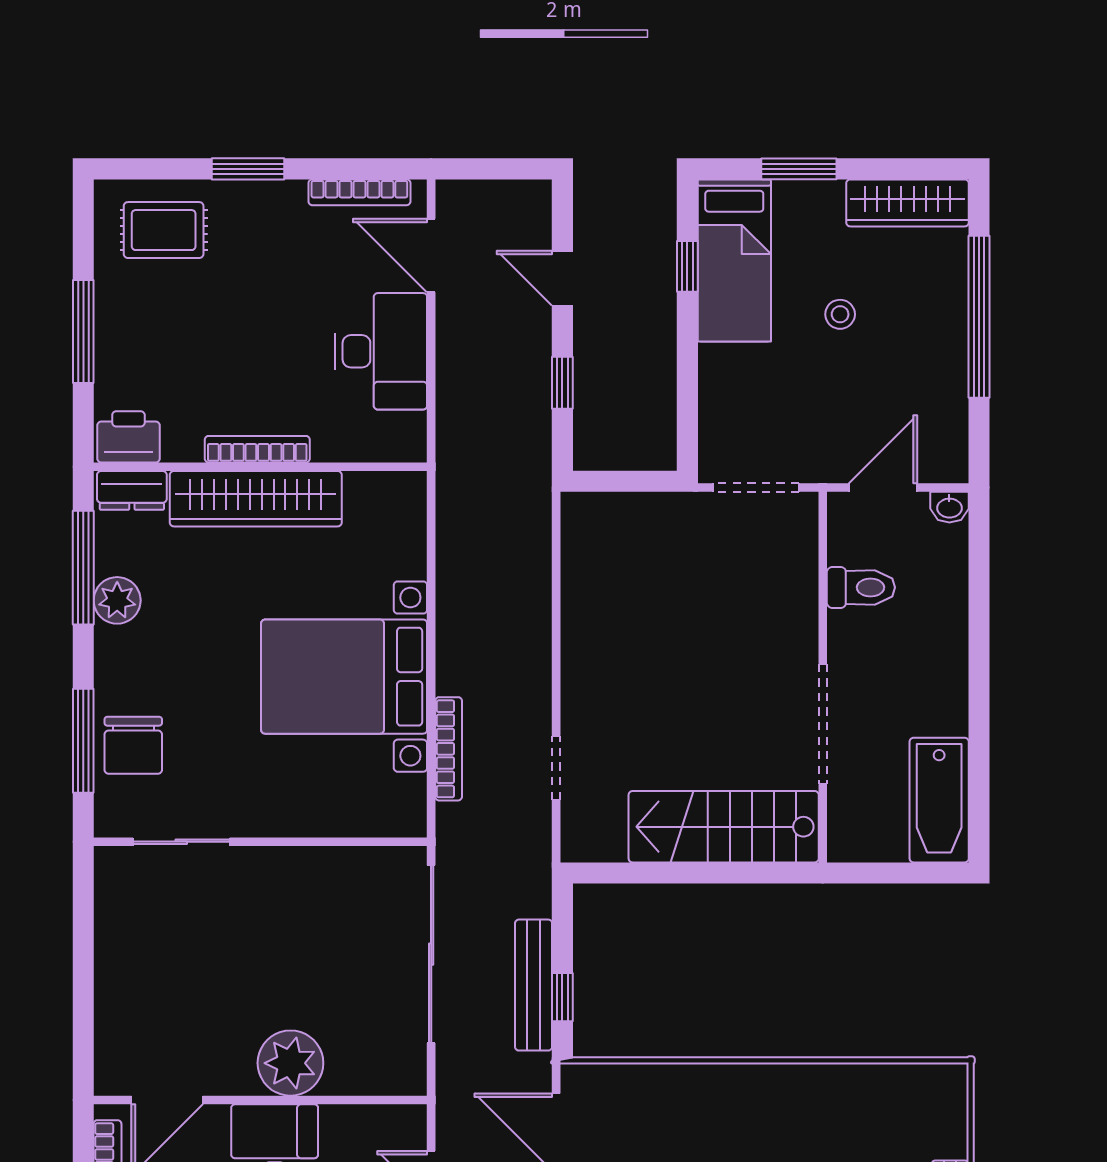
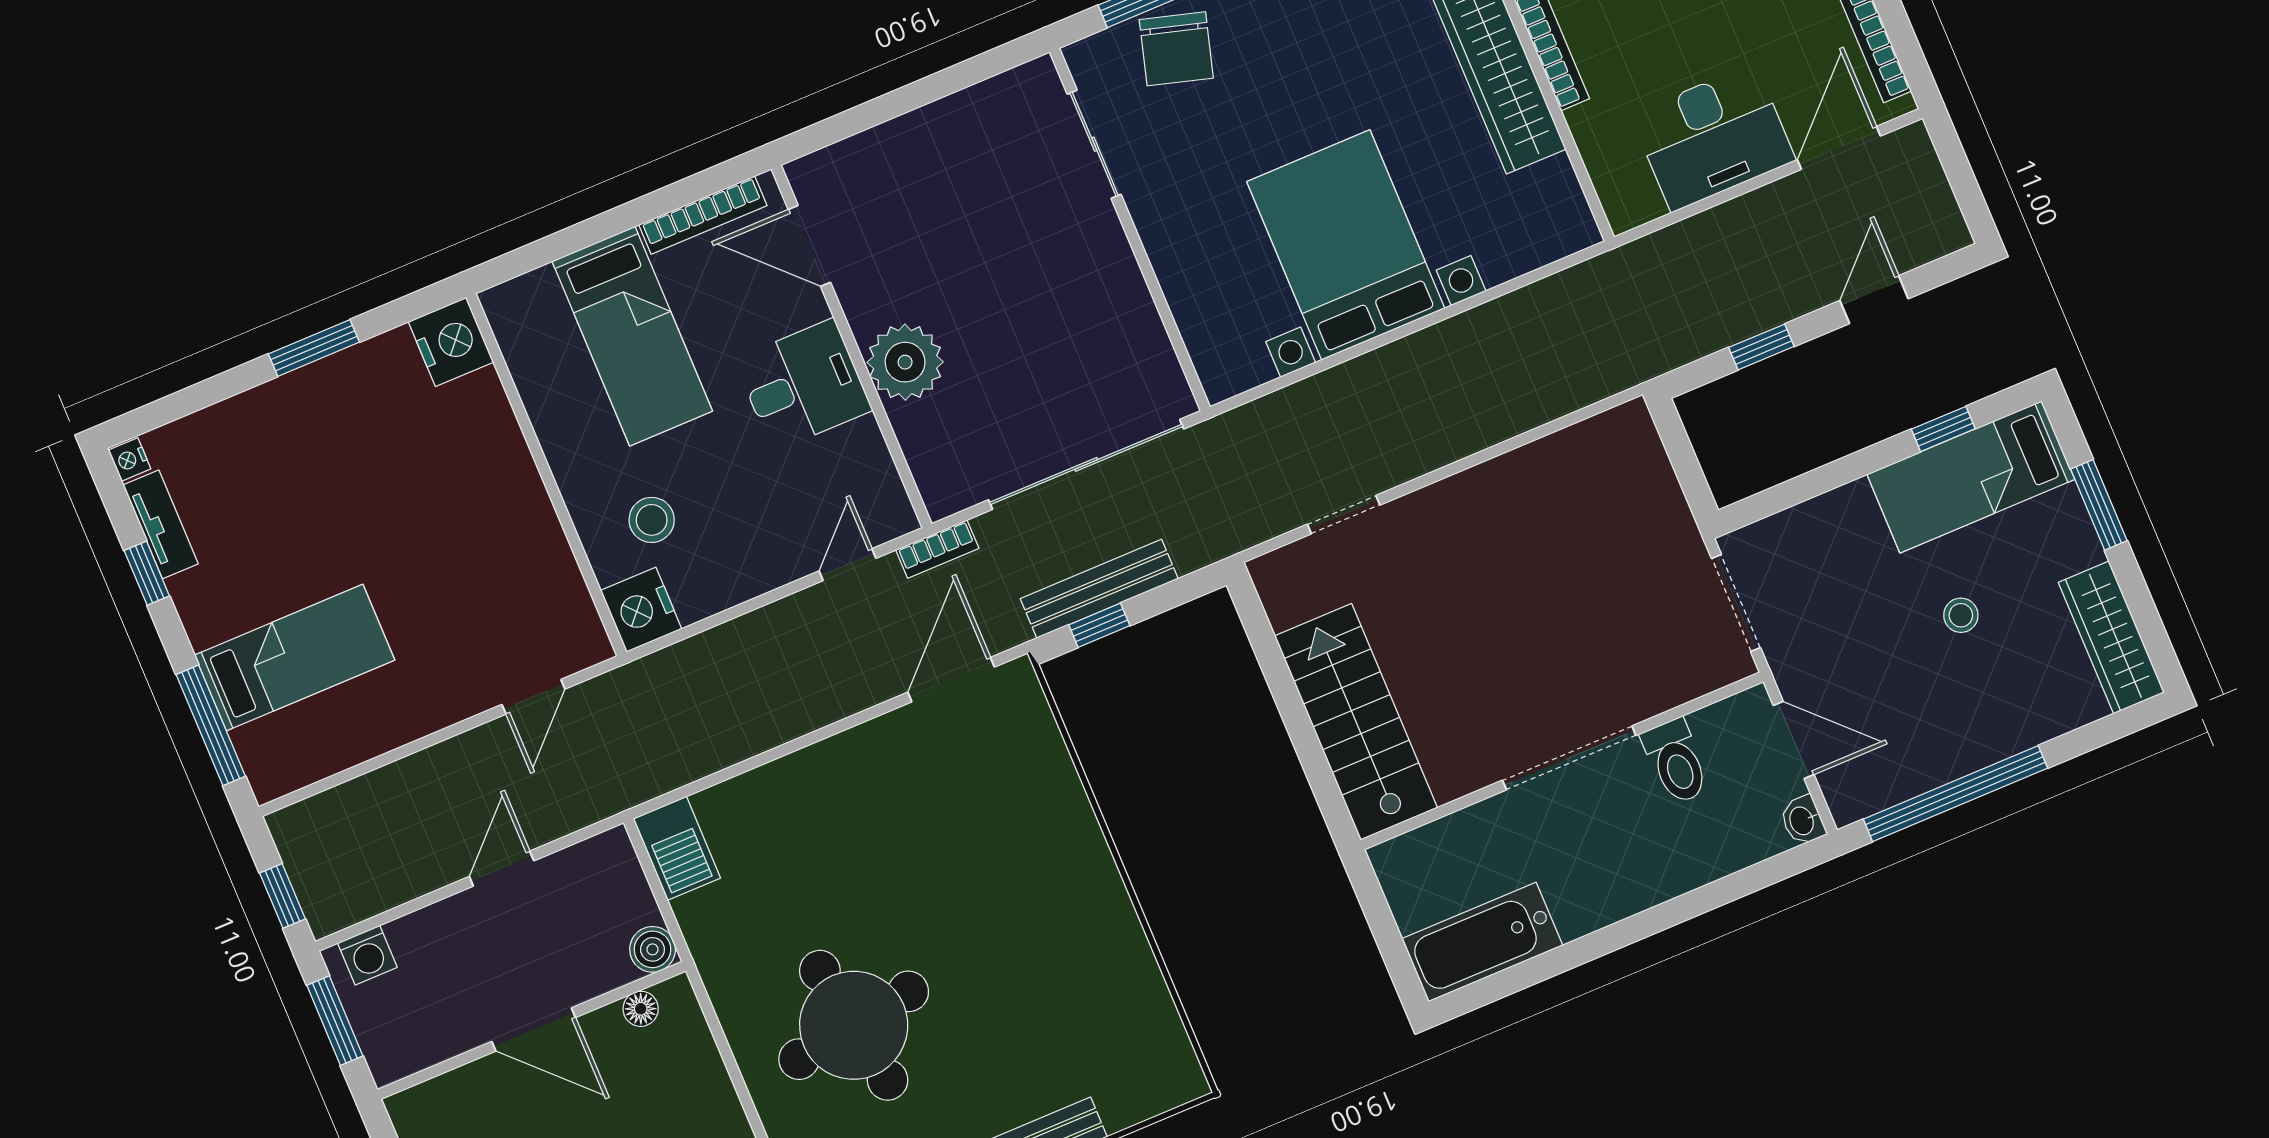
window: (979, 317) -> (1955, 794), moved
doorway: (823, 724) -> (1569, 758), moved
chair: (133, 745) -> (1176, 49), turned -74
bookcase: (449, 749) -> (937, 549), moved, width x0.64

